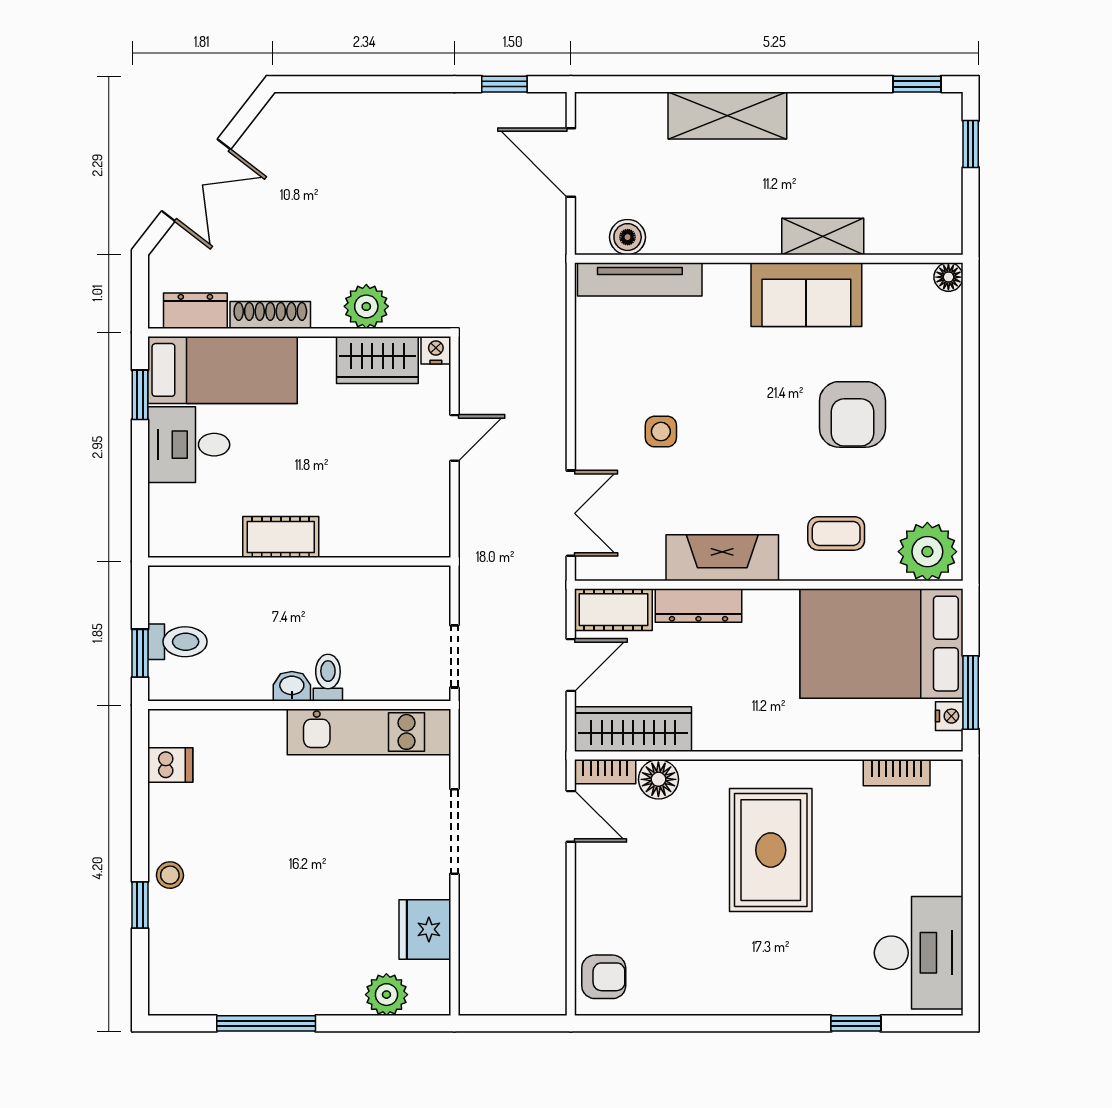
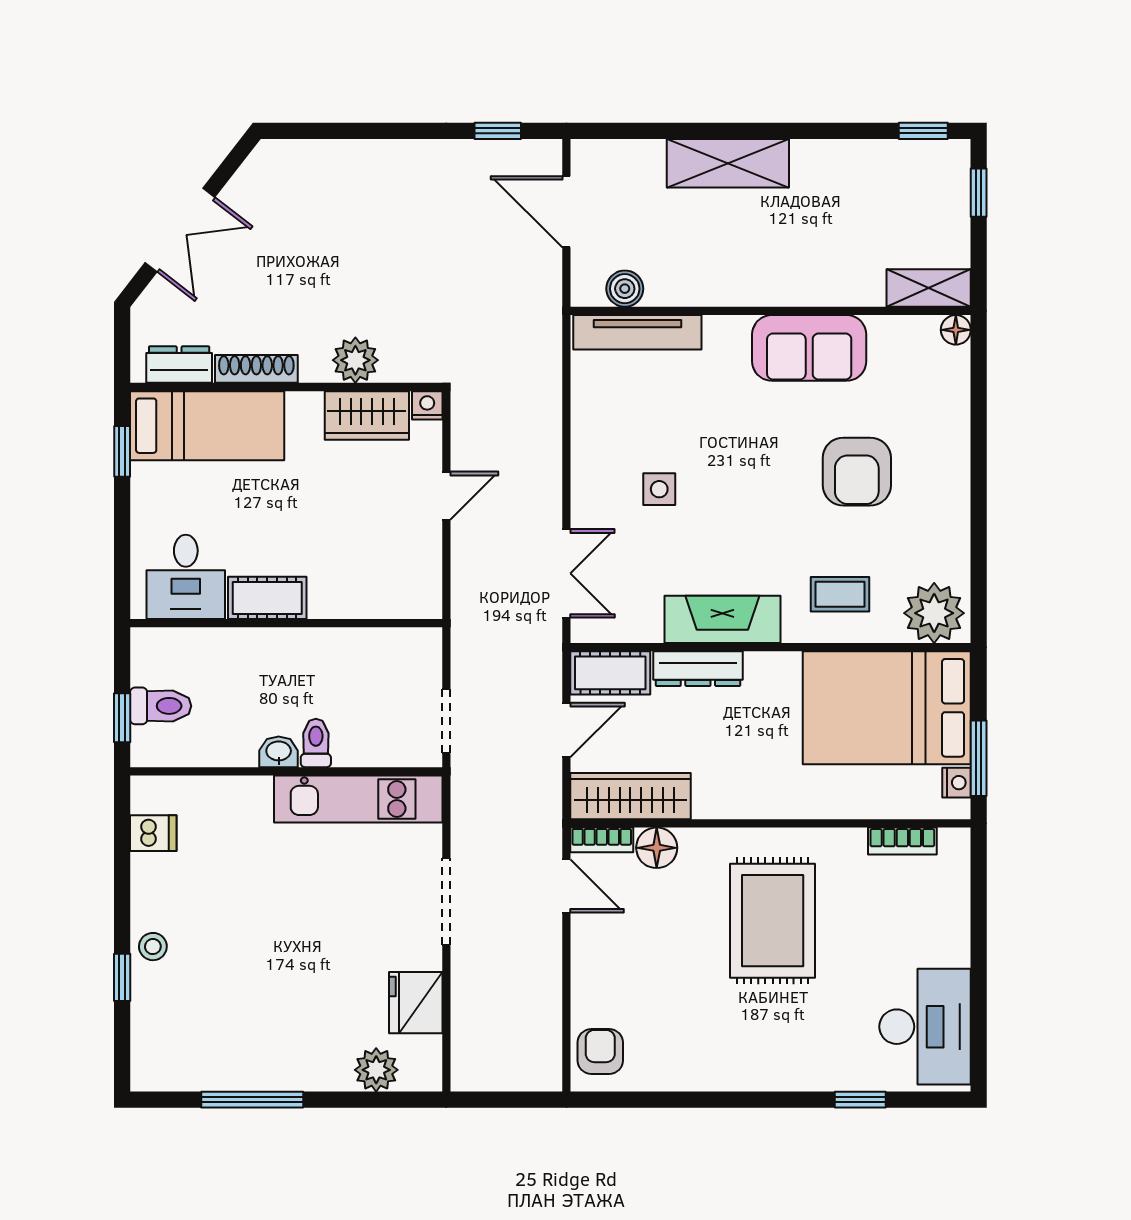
shelving: (823, 236) -> (929, 288), moved
desk: (189, 445) -> (186, 577), moved, turned -90
armchair: (604, 977) -> (600, 1051), turned -90

